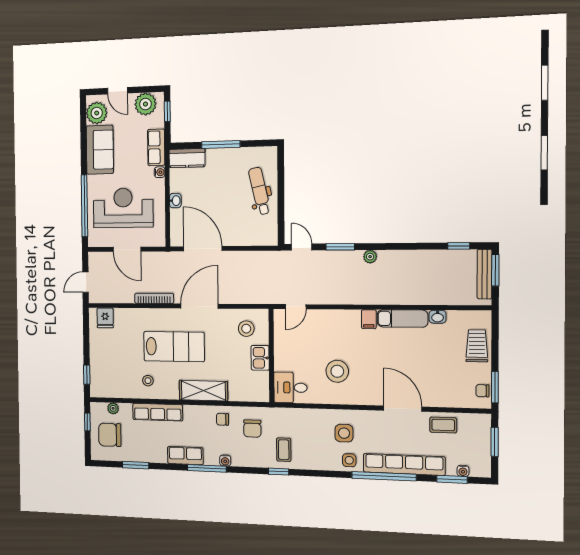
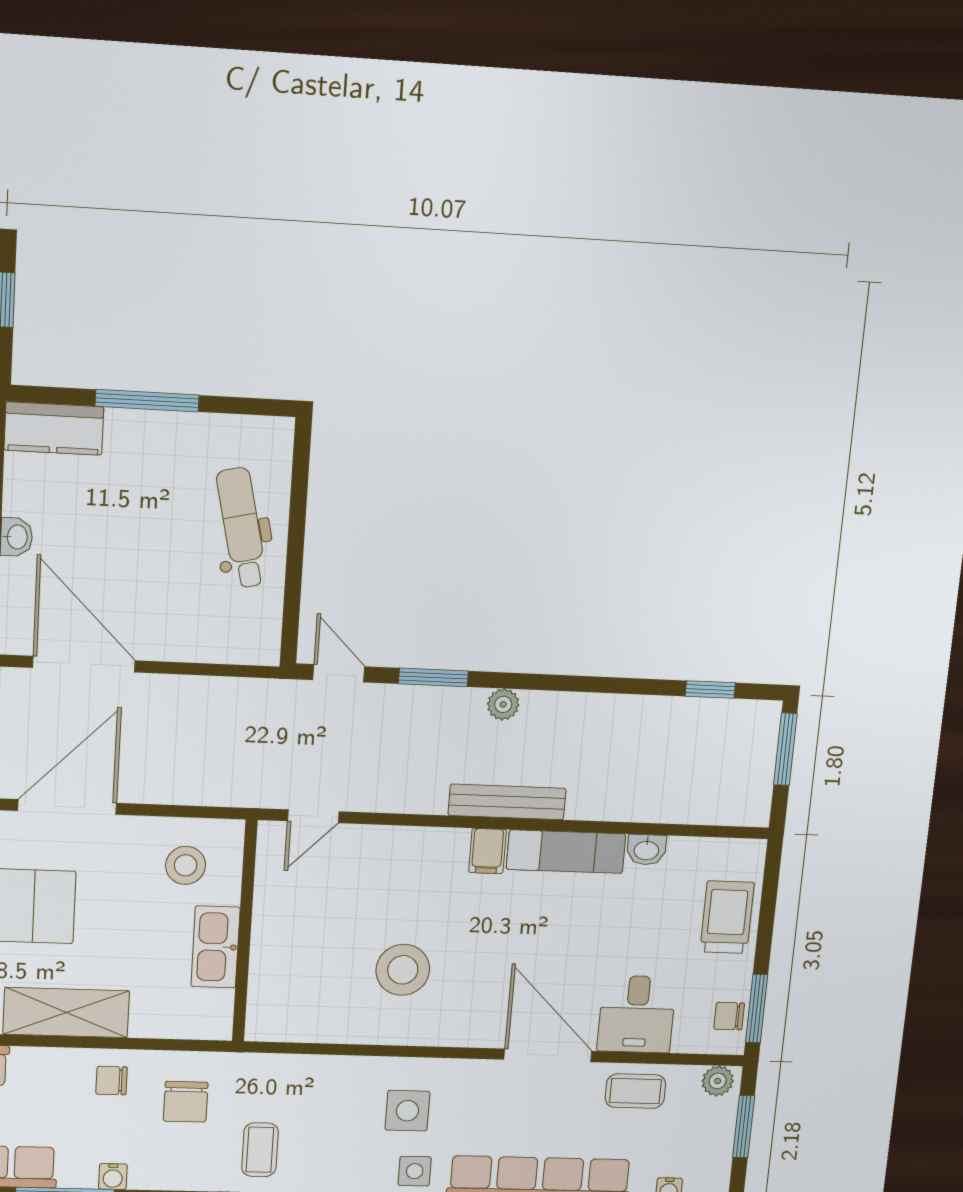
bench: (485, 274) -> (507, 802), moved, turned 90
kitchen sink: (260, 358) -> (215, 947), width x1.38
desk: (290, 388) -> (637, 1014), moved, turned -90
plant: (480, 421) -> (718, 1081), added

